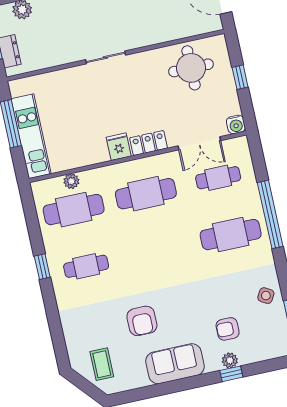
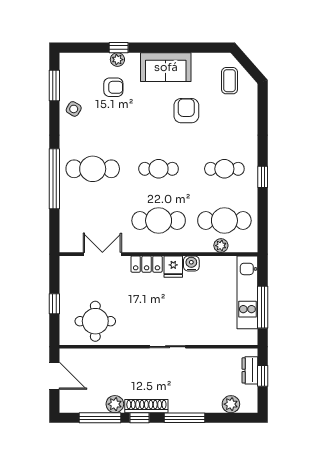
water cooler: (236, 124) -> (191, 263), moved
cafe table: (218, 178) -> (159, 169), moved

